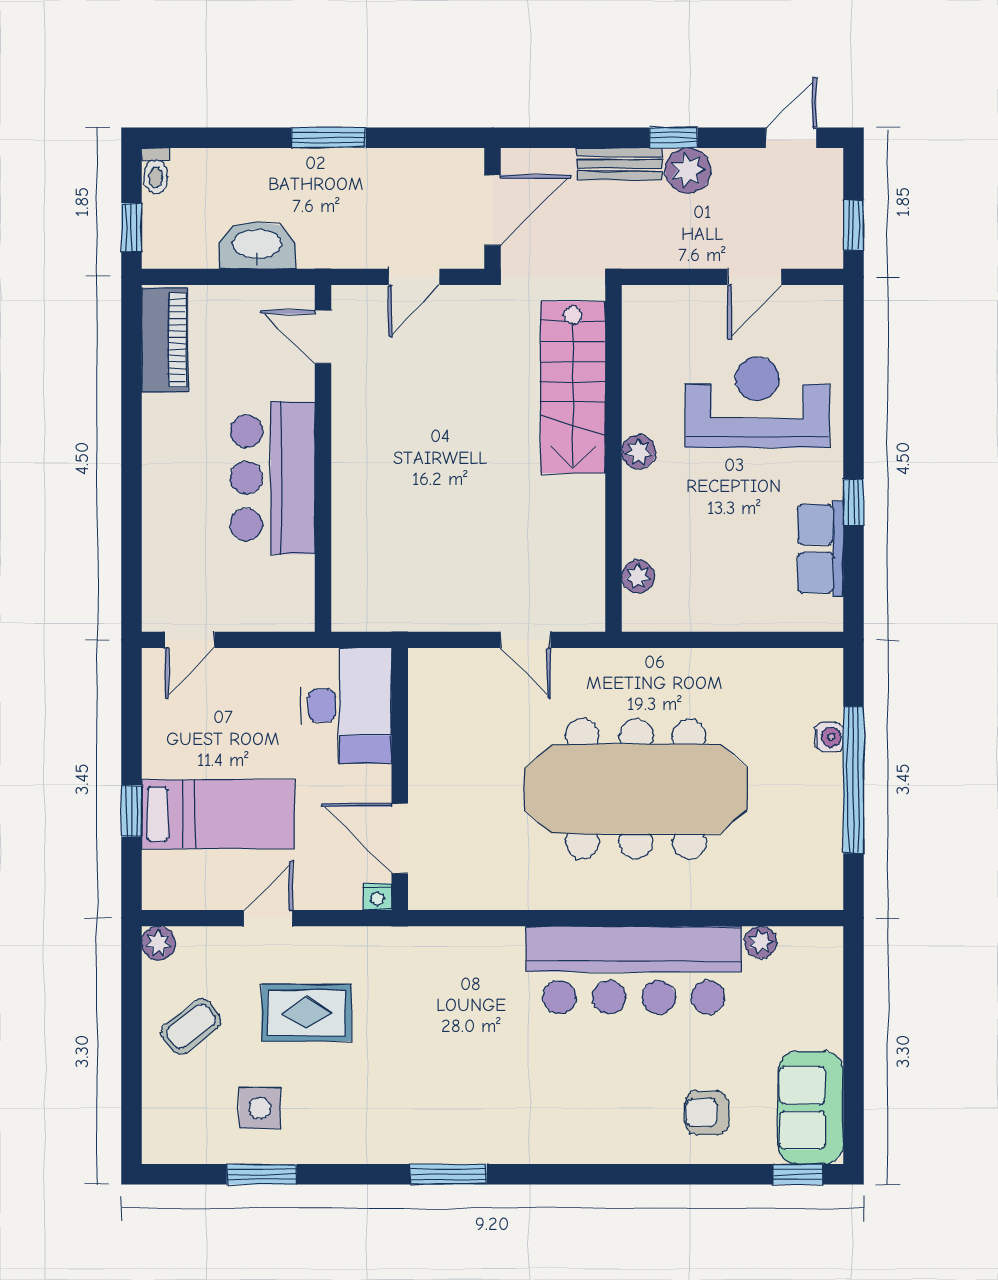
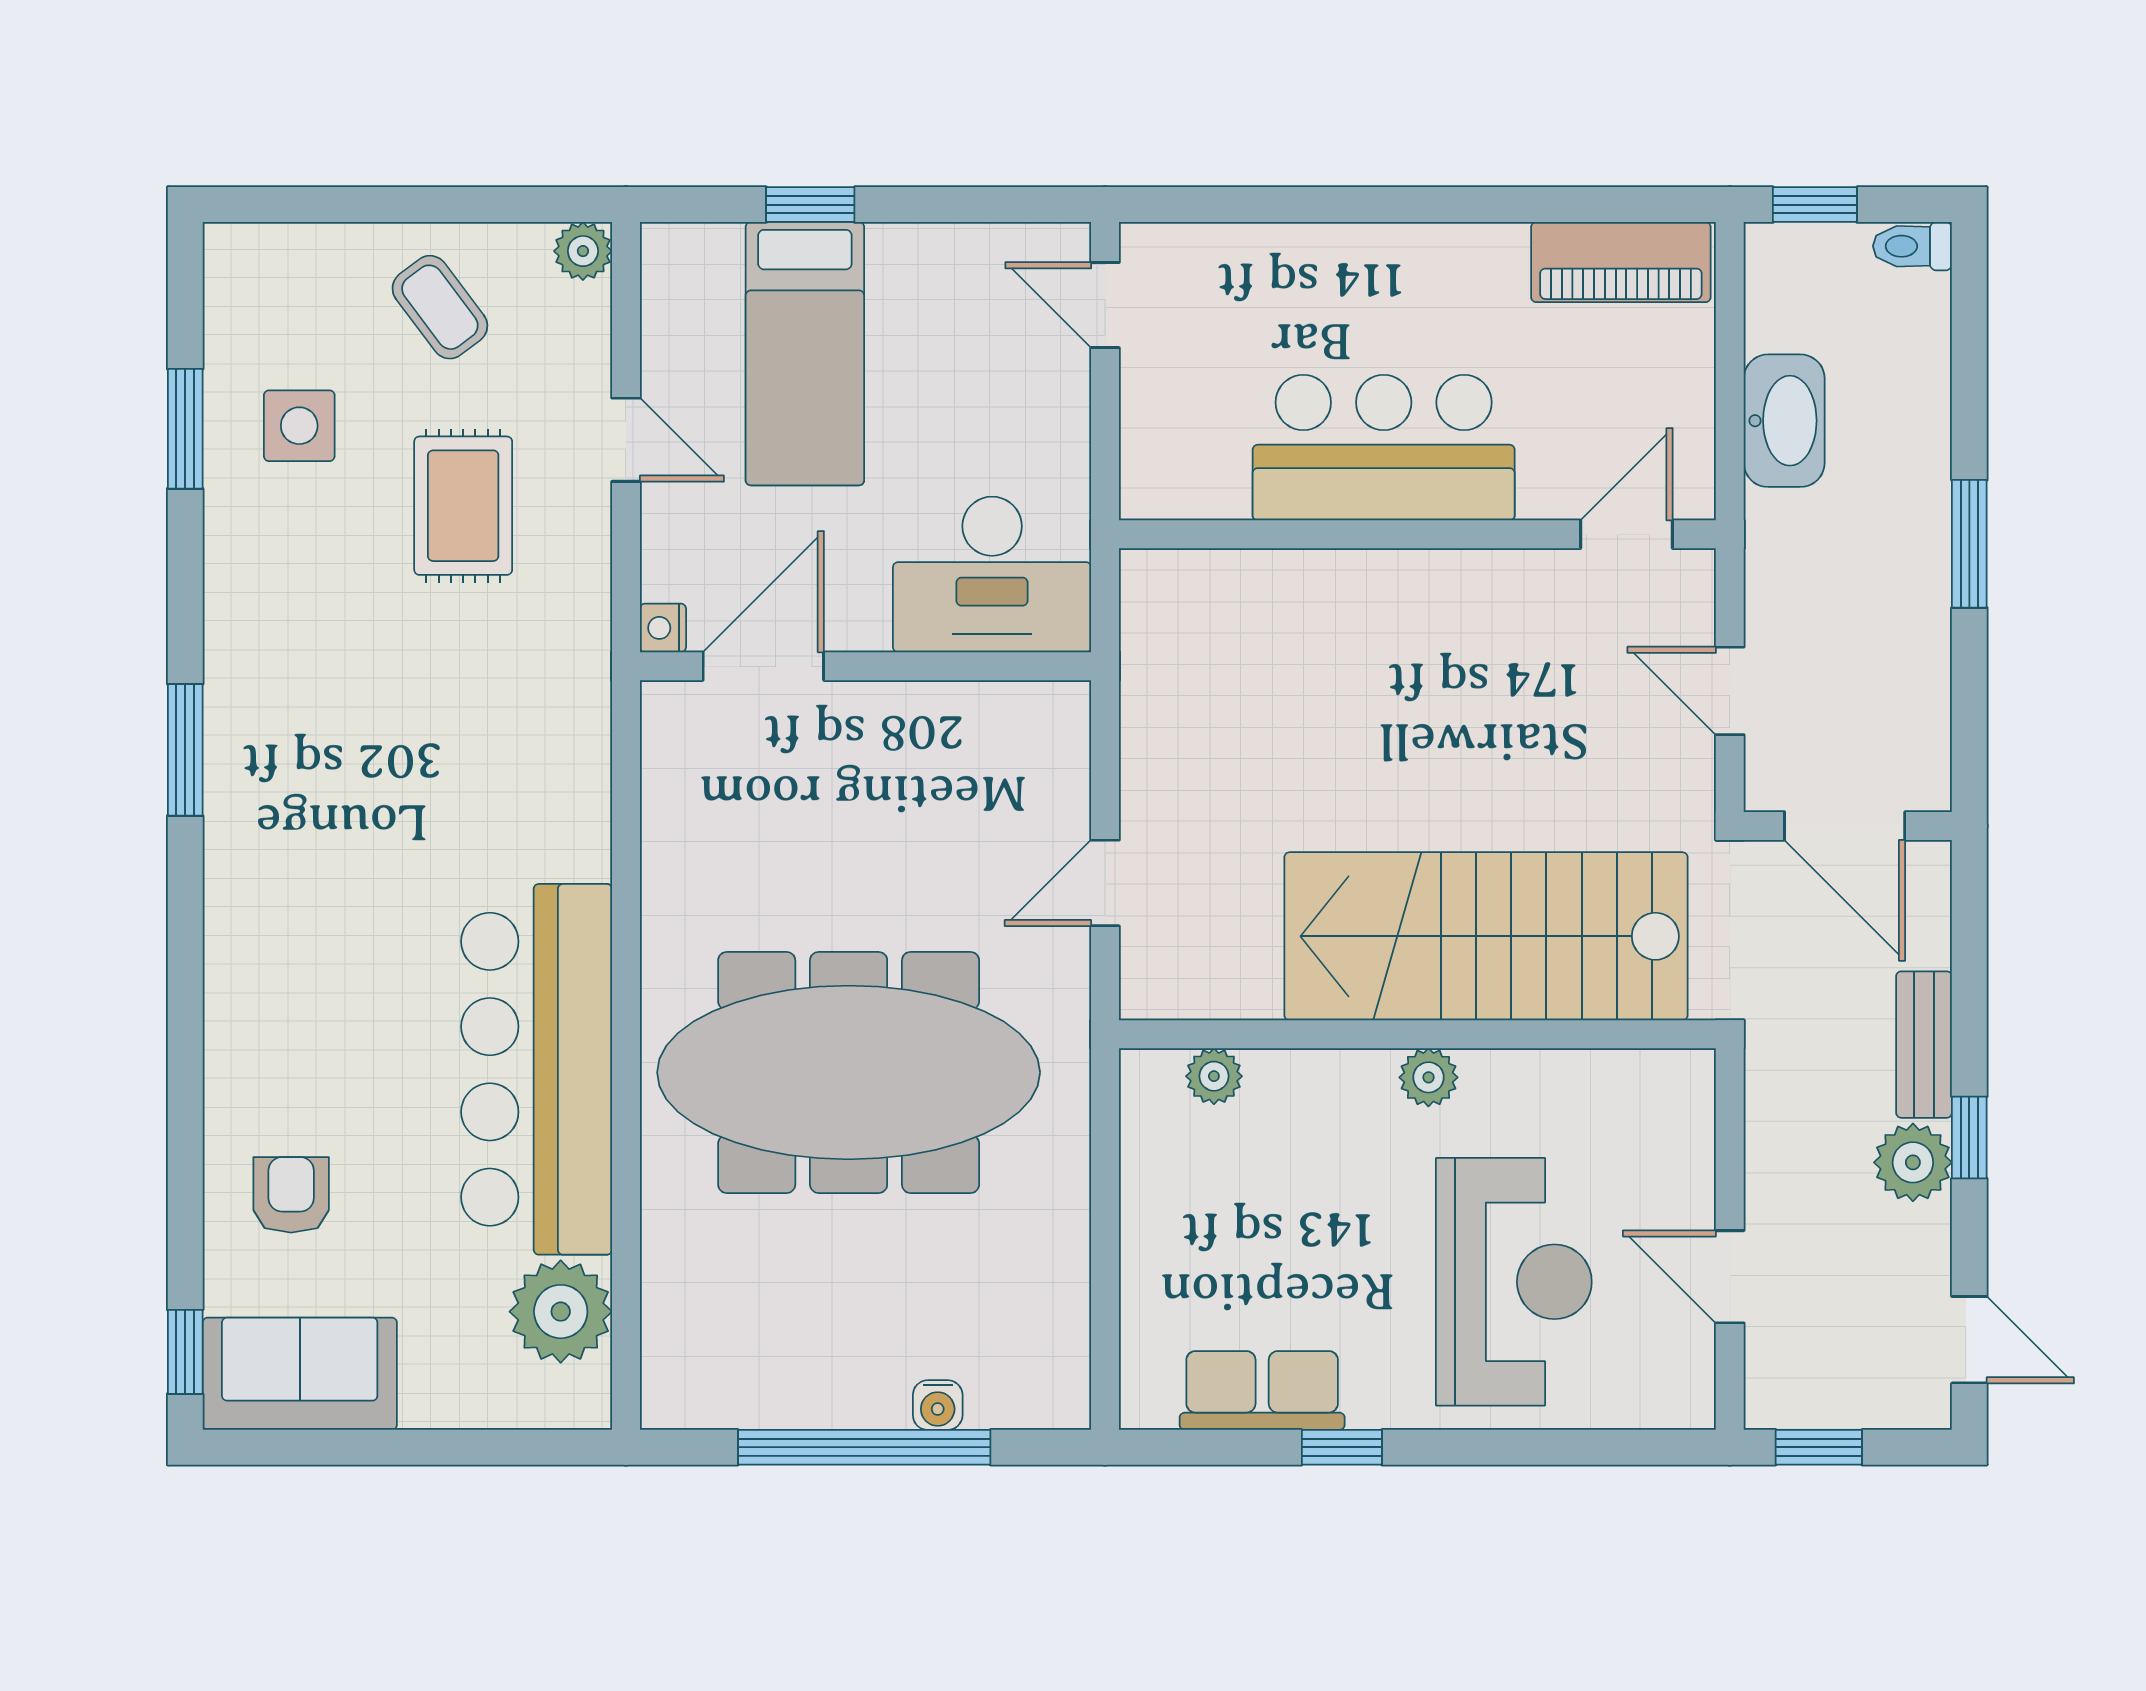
stairs: (573, 387) -> (1486, 936), width x1.36, depth x1.51
meeting table: (636, 789) -> (849, 1072), turned 90
plant: (761, 942) -> (561, 1312), width x1.87, depth x1.87

